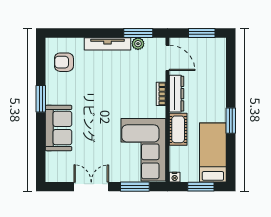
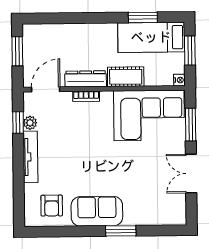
window: (138, 33) -> (18, 123), width x0.67
window: (41, 99) -> (121, 231), moved
window: (231, 121) -> (143, 17), moved
sofa: (58, 128) -> (97, 211), moved

